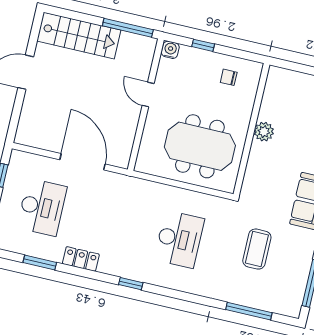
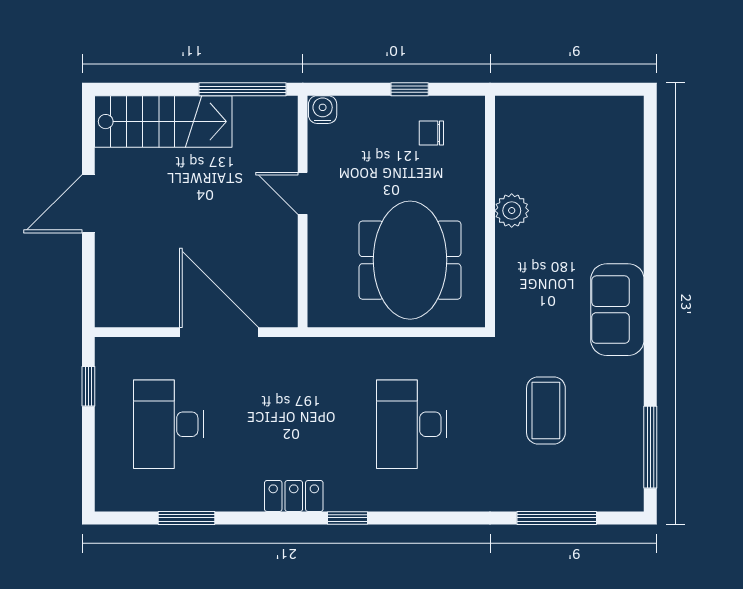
window: (203, 45) -> (410, 89), moved
meeting table: (200, 146) -> (410, 260), turned 90
desk: (42, 207) -> (168, 424), turned 180
desk: (179, 239) -> (412, 424), turned 180
locker: (81, 259) -> (294, 496), moved

